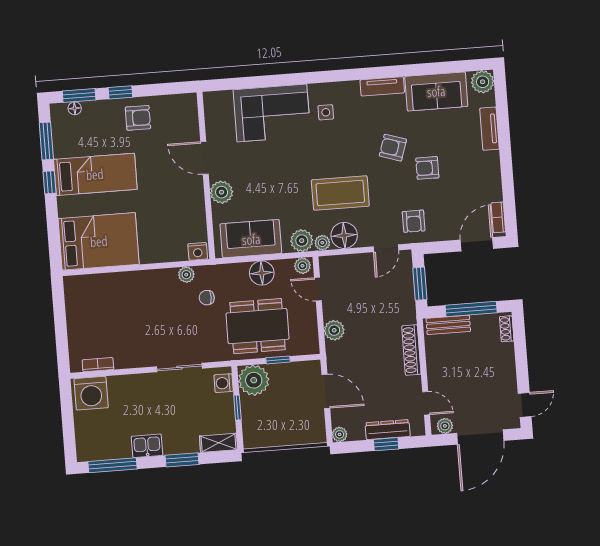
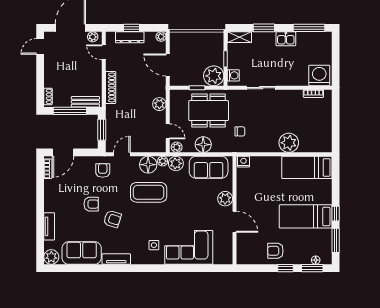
bed: (99, 241) -> (307, 167), width x0.67
plant: (186, 275) -> (289, 143), moved, width x1.88, depth x1.88

